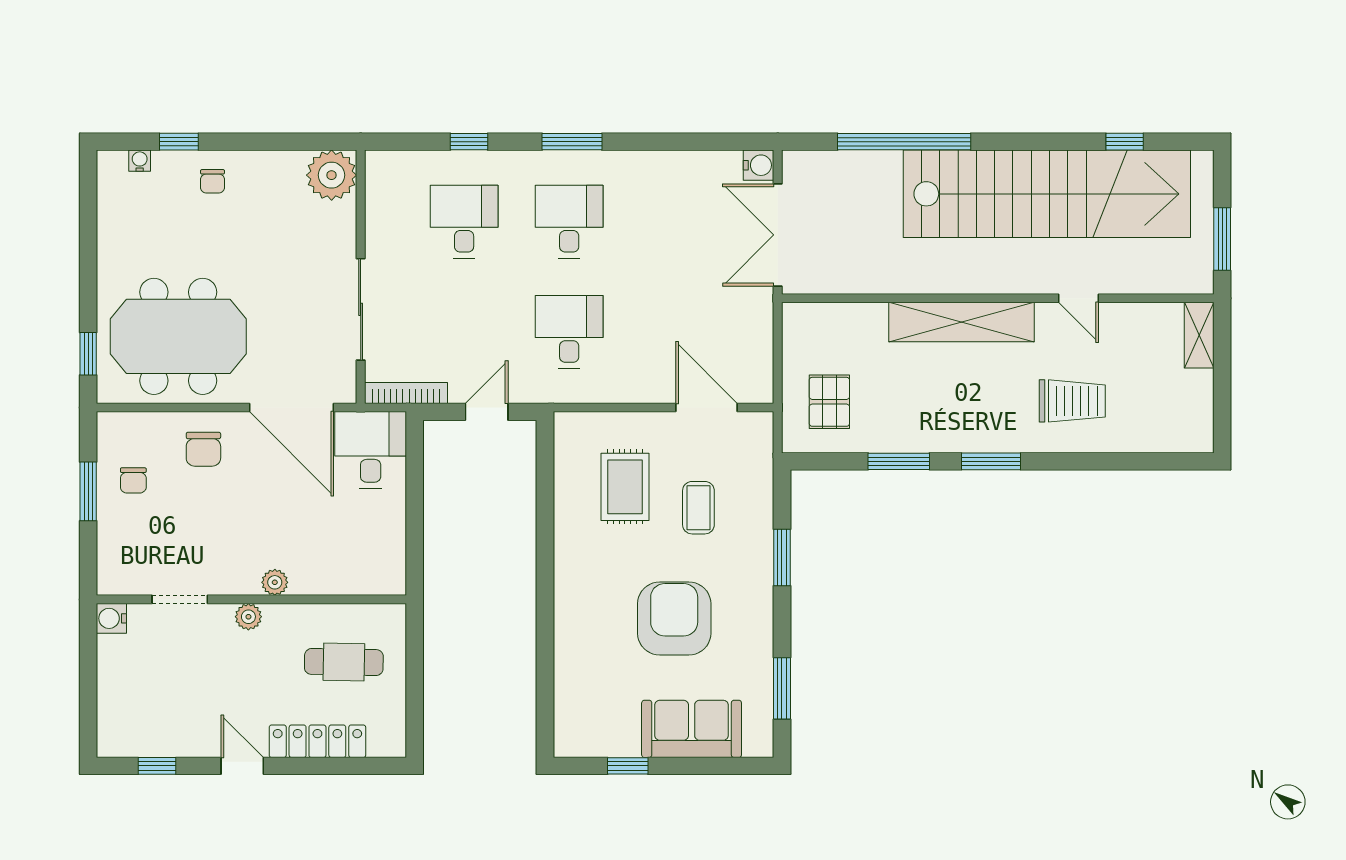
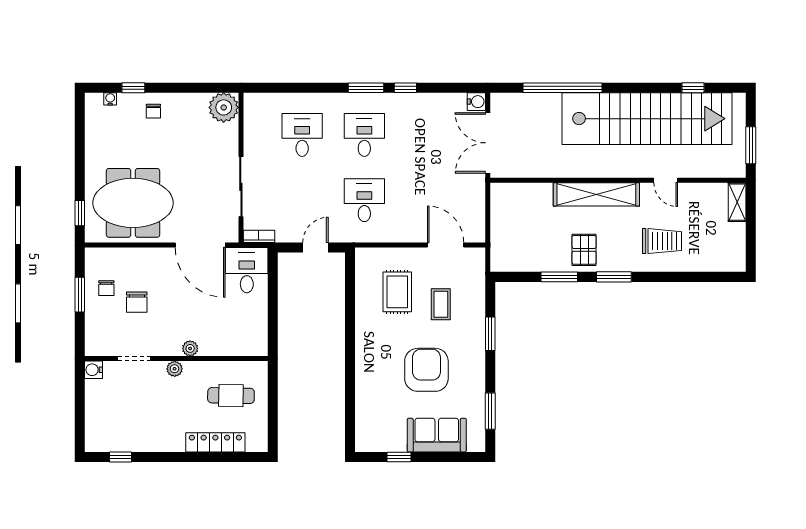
window: (469, 142) -> (405, 88), moved
bookcase: (406, 393) -> (259, 236), width x0.64
pallet: (829, 402) -> (584, 250), moved
chair: (203, 449) -> (137, 302), moved
door: (242, 766) -> (171, 457), removed

